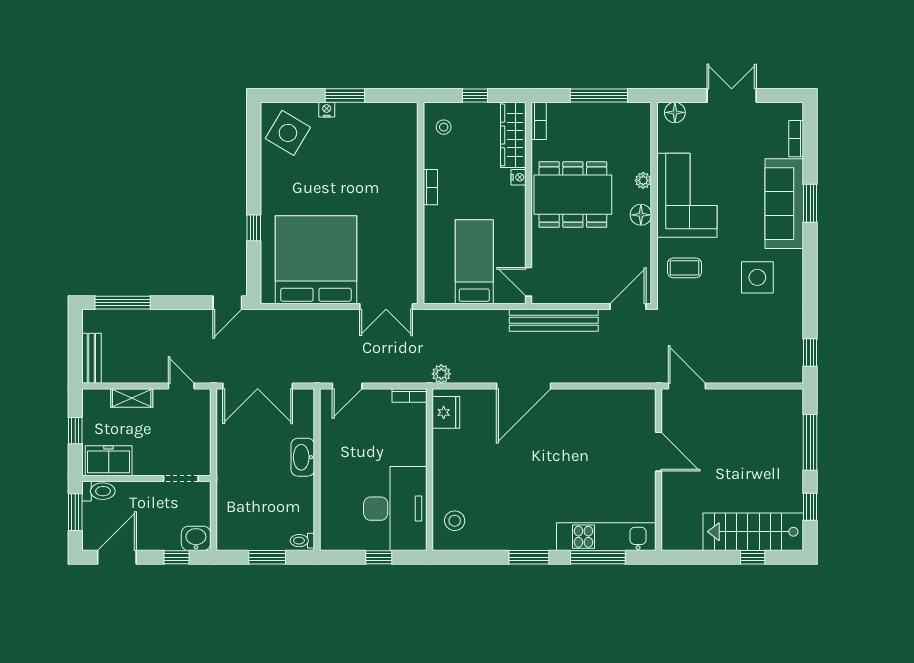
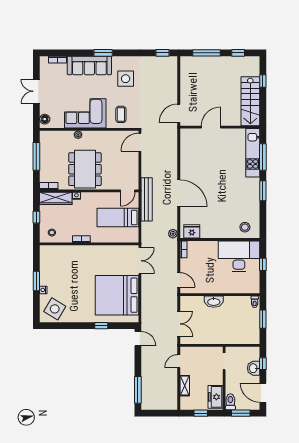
window: (810, 203) -> (103, 53), moved
floor lamp: (641, 215) -> (95, 136), removed
door: (628, 307) -> (140, 142), hinge flipped
bench: (554, 320) -> (147, 199), moved
bench: (91, 358) -> (165, 405), removed
double door: (258, 386) -> (179, 324), width x0.73
stairs: (753, 532) -> (250, 101), moved
washbasin: (196, 538) -> (254, 368), moved

